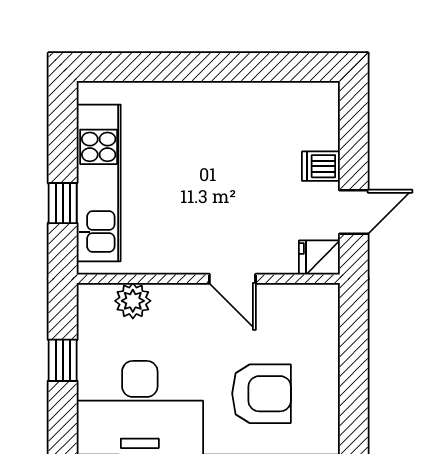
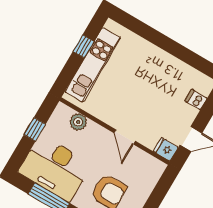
dishwasher: (321, 166) -> (196, 100), moved
window: (63, 203) -> (84, 46), moved

